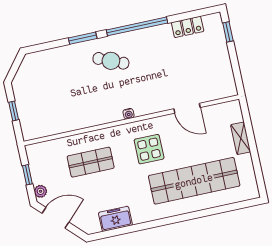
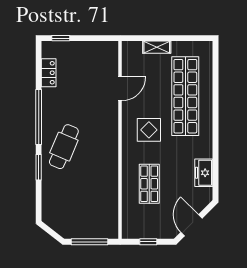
cafe table: (111, 61) -> (64, 147), width x1.37, depth x1.35
window: (14, 111) -> (89, 242), width x2.17
water cooler: (129, 114) -> (114, 141), removed
plant: (41, 191) -> (165, 233), removed

